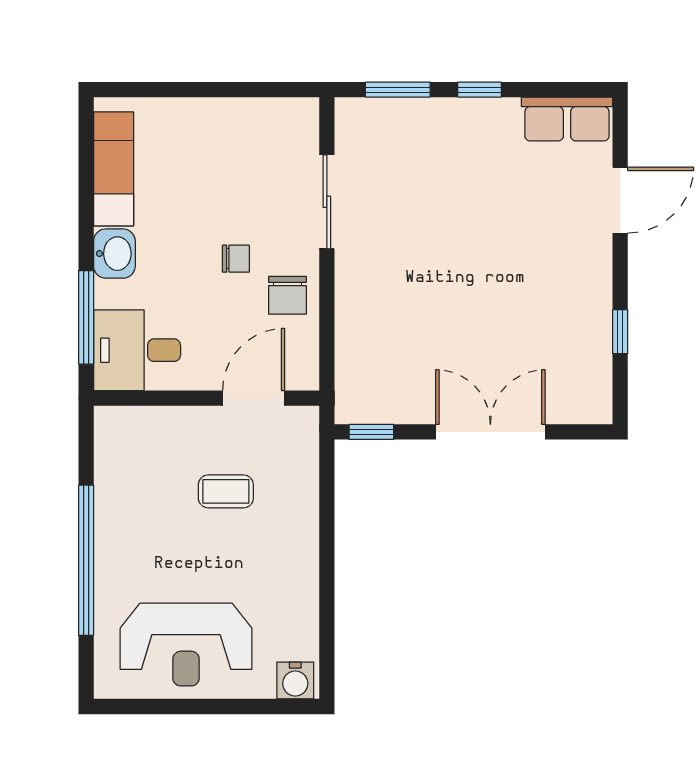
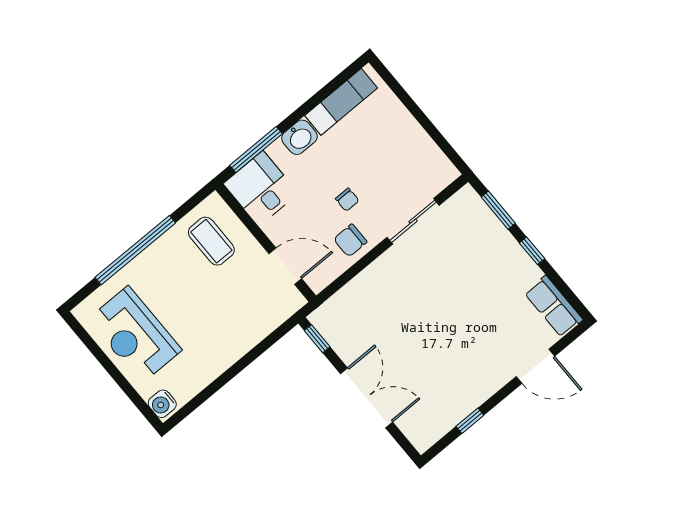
coffee table: (226, 491) -> (211, 241), moved, width x1.36, depth x1.30

